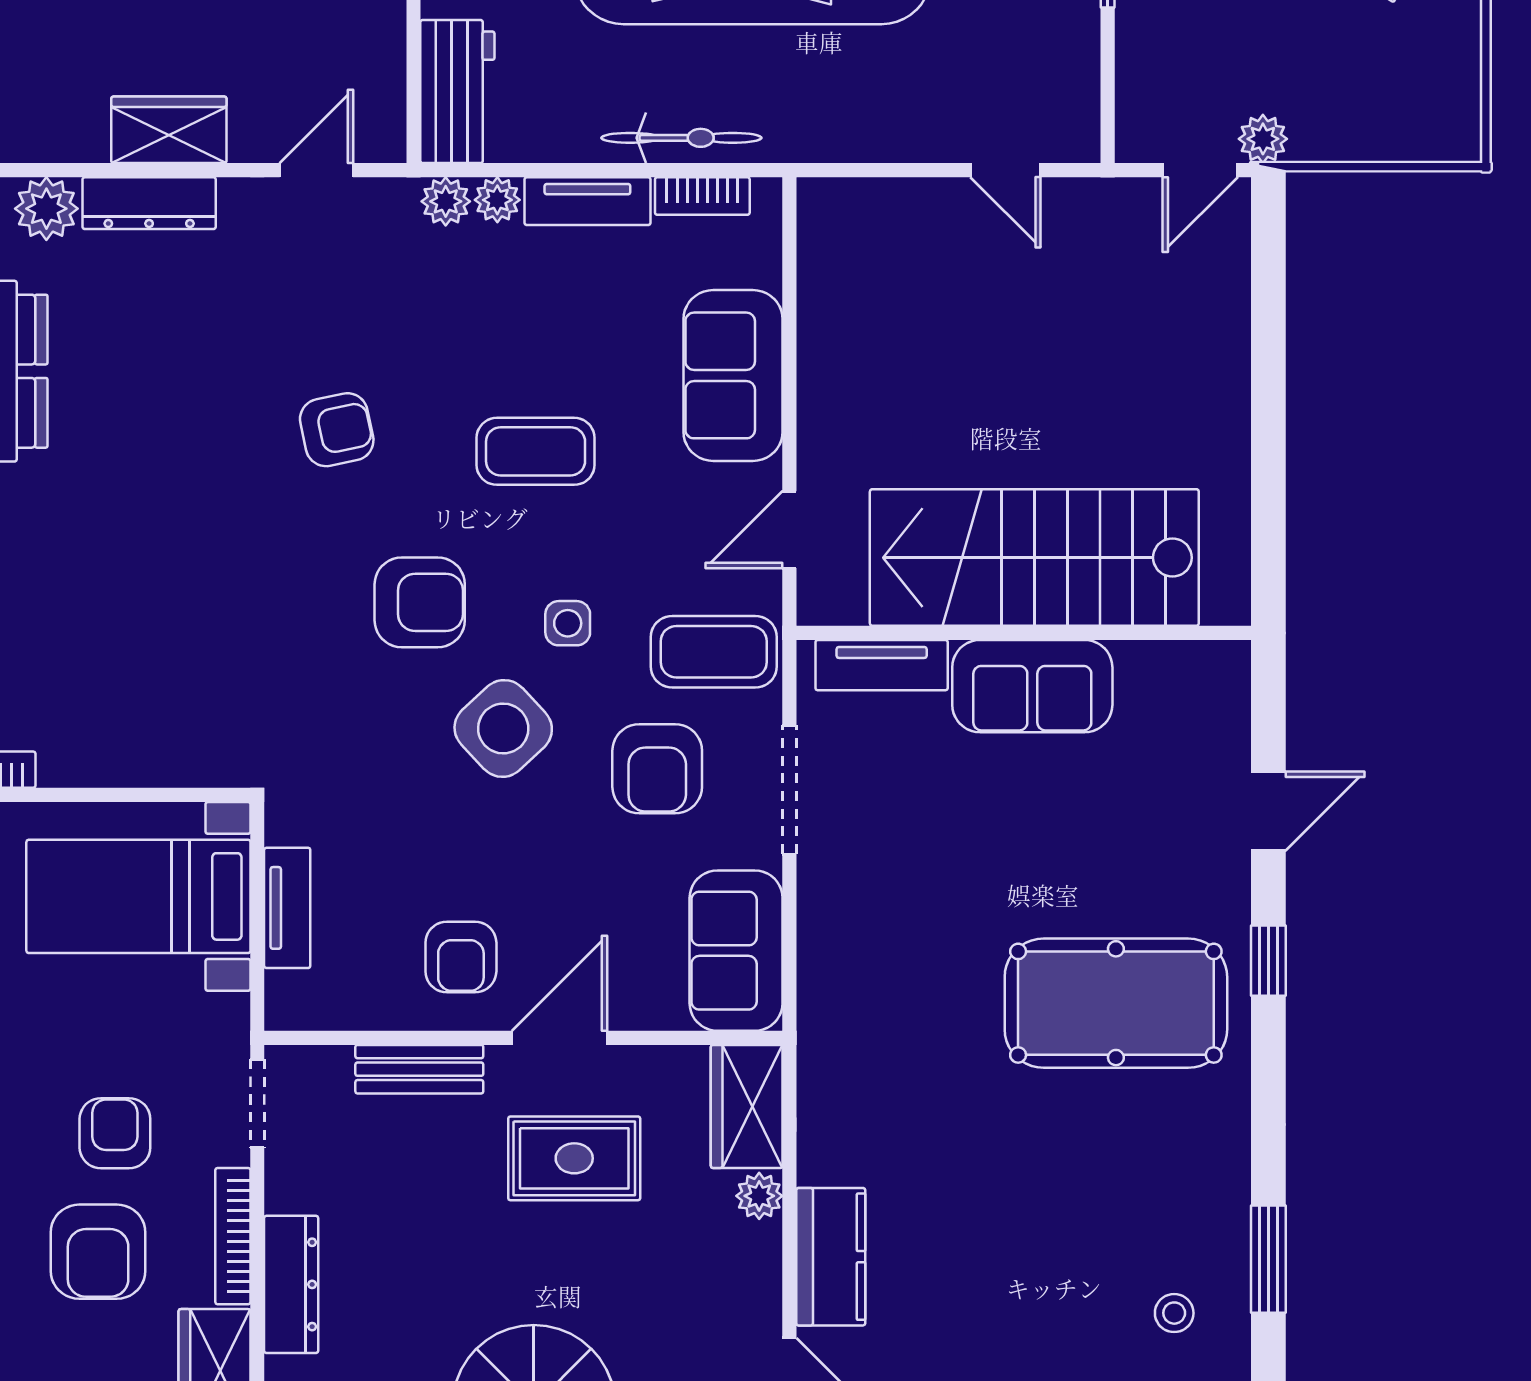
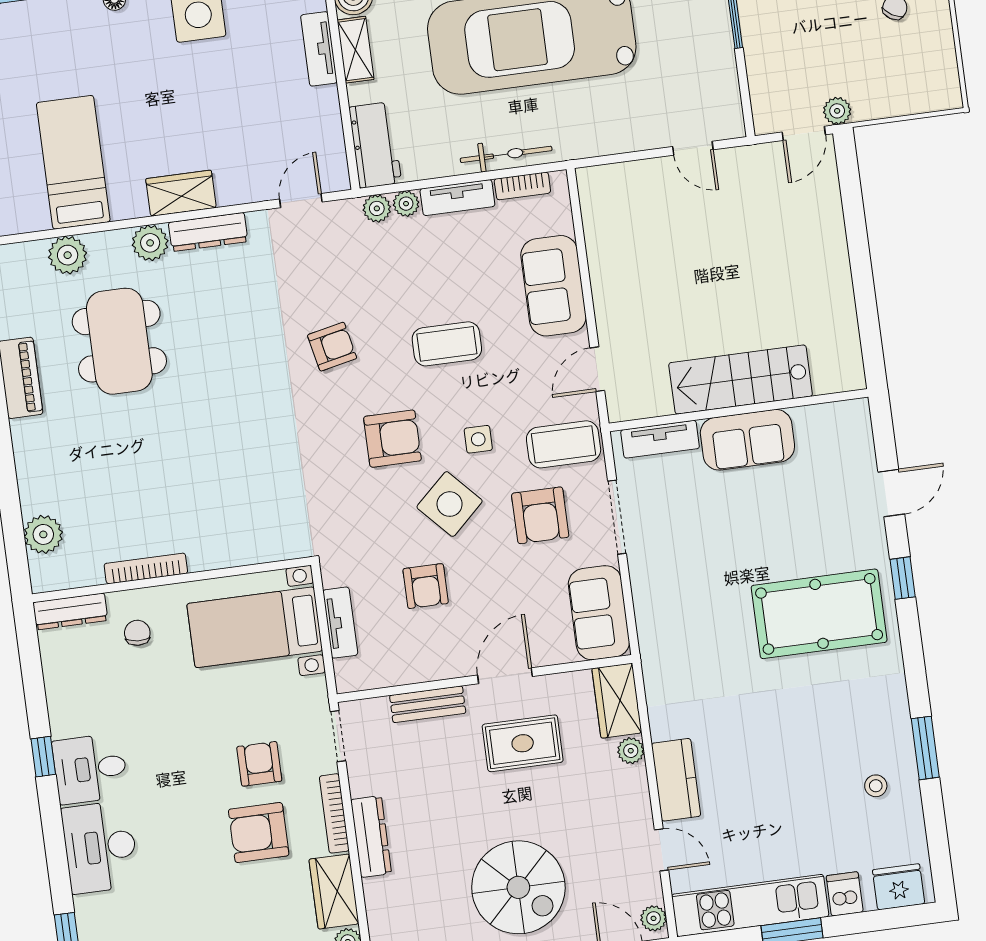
wardrobe: (169, 130) -> (181, 193), moved
stairs: (1034, 558) -> (741, 380), width x0.73, depth x0.66
armchair: (461, 957) -> (426, 586), moved
armchair: (98, 1252) -> (259, 833), turned 90

